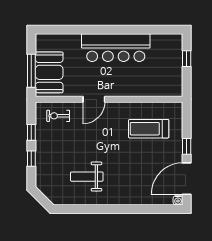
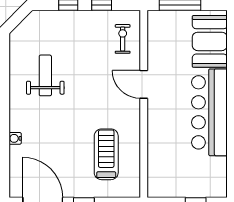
booth: (49, 72) -> (210, 41), moved, turned 90
water cooler: (178, 200) -> (15, 138), moved

